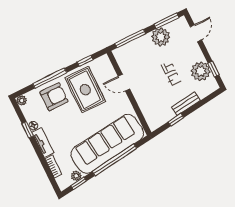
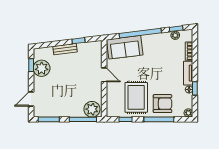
plant: (161, 37) -> (92, 109), moved
door: (124, 83) -> (104, 75), moved
armchair: (54, 97) -> (162, 104), turned 180
sofa: (107, 144) -> (125, 47), width x0.54, depth x0.79

